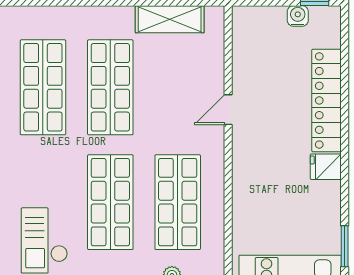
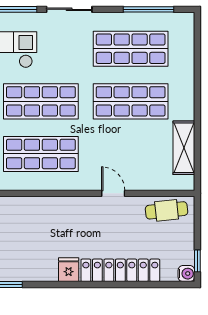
water cooler: (298, 16) -> (186, 274), moved
cafe table: (250, 41) -> (167, 210), added

